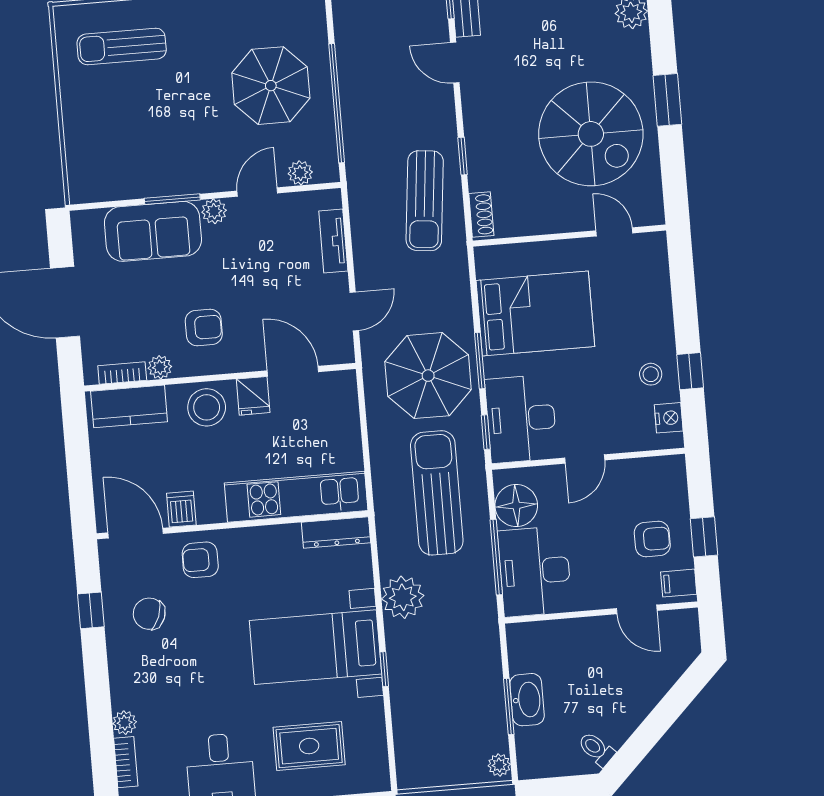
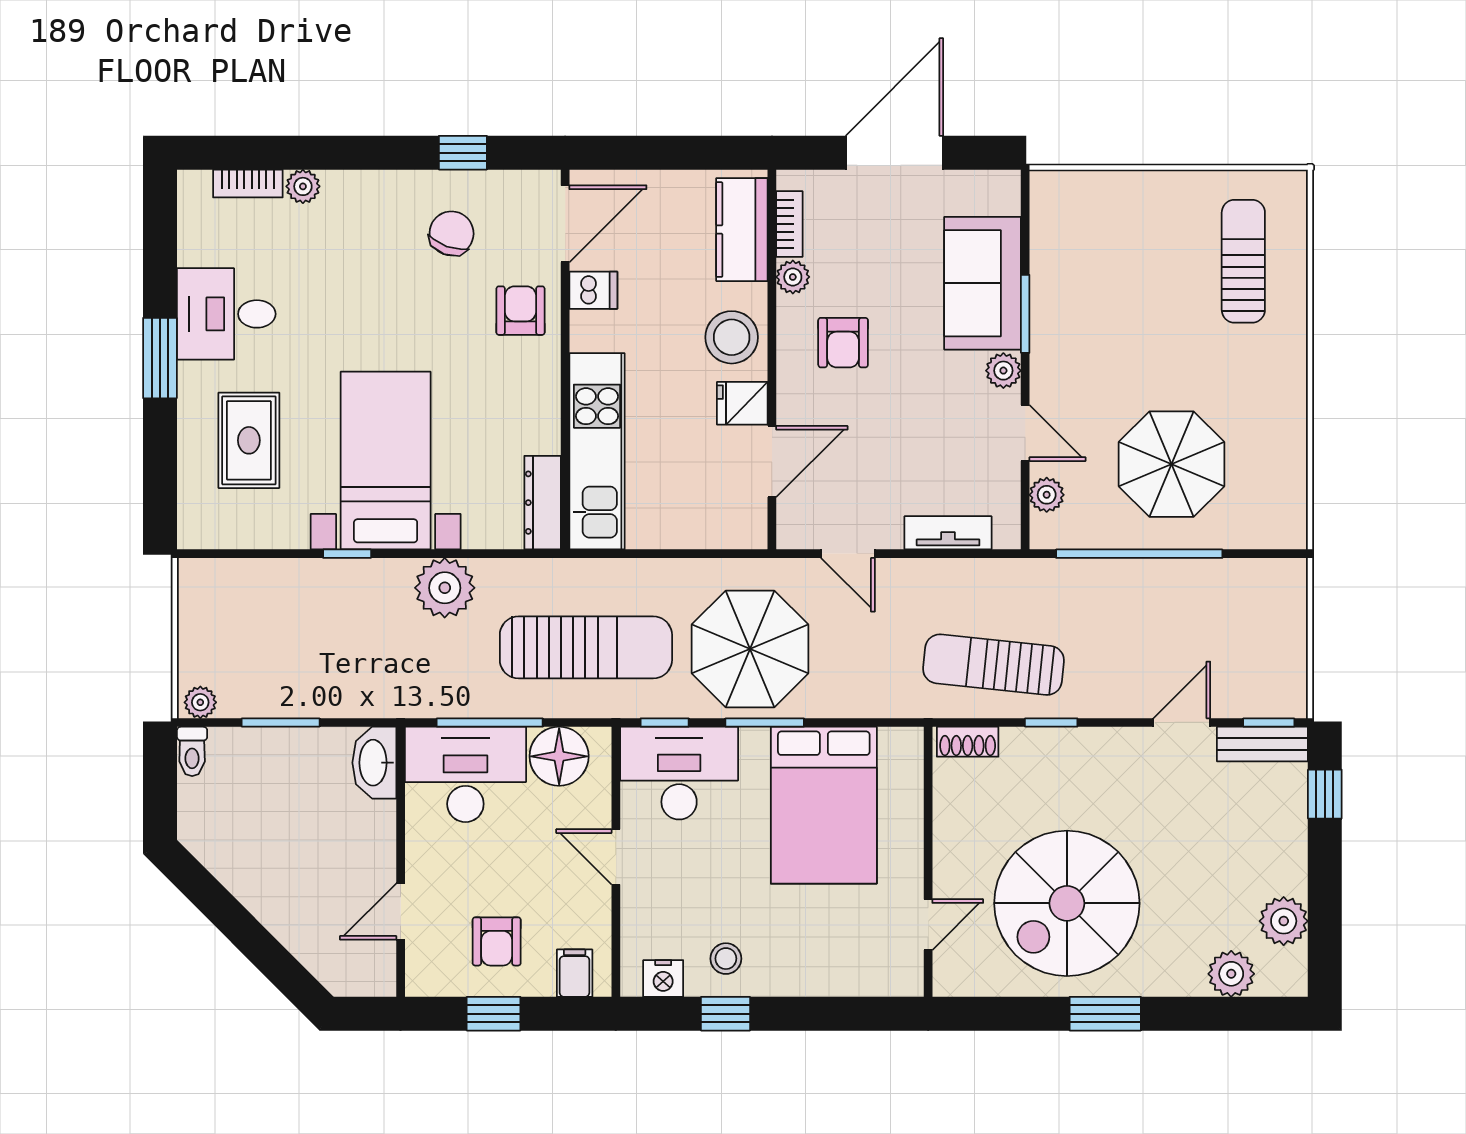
filing cabinet: (679, 583) -> (575, 973), moved
washbasin: (527, 700) -> (374, 763), moved, turned 90
toilet: (596, 749) -> (192, 751), moved, turned 135

